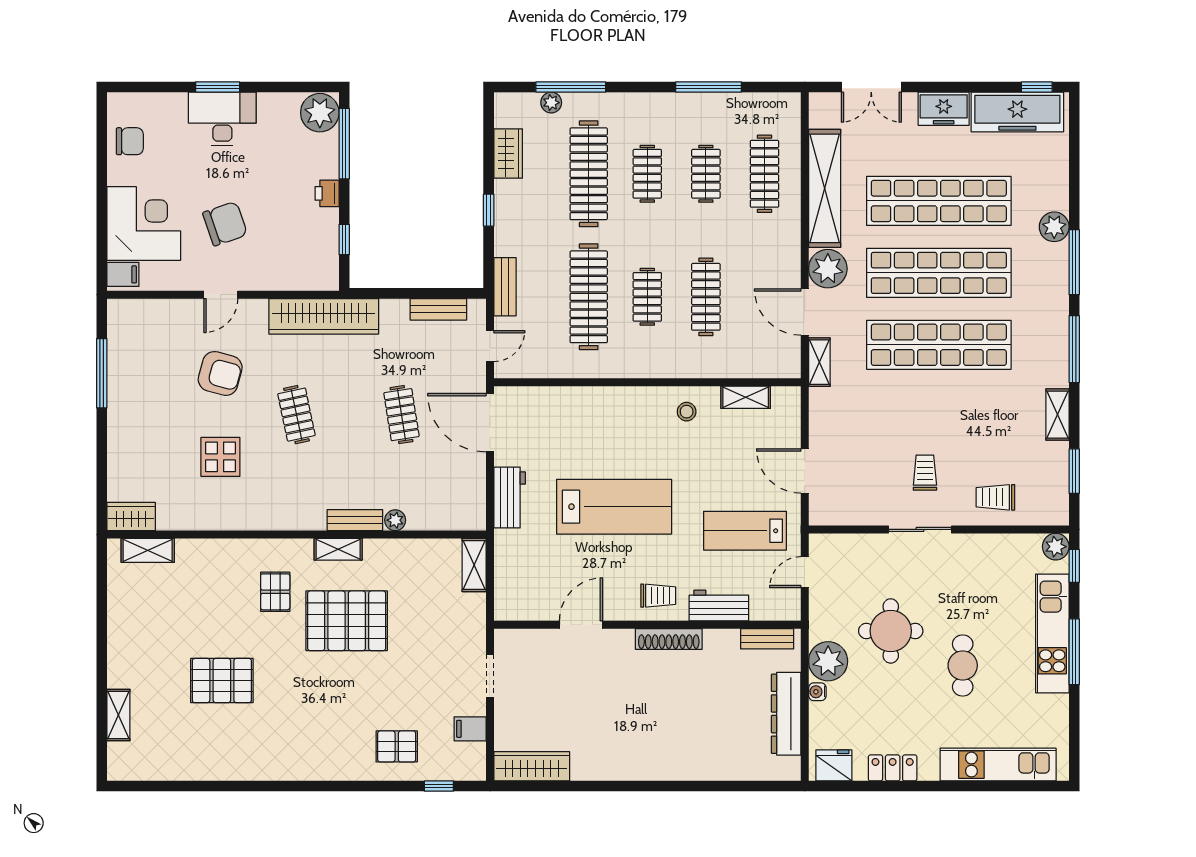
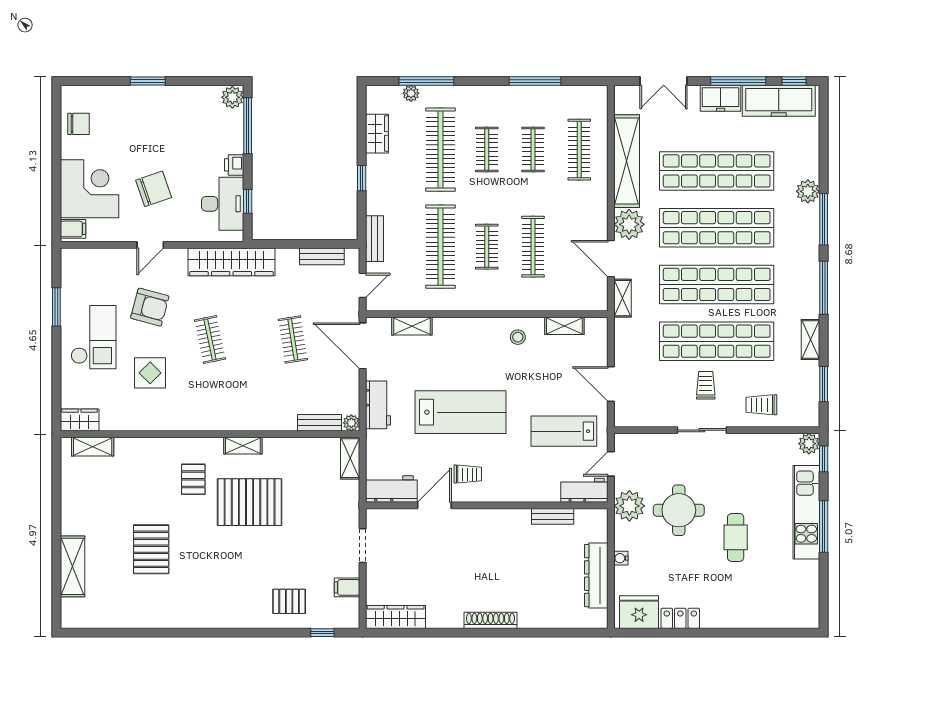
window: (966, 87) -> (738, 81), added
plant: (320, 113) -> (232, 97), width x0.73, depth x0.73
desk: (222, 119) -> (223, 204), moved, turned 90
window: (102, 373) -> (56, 307), width x0.69
shelving: (552, 398) -> (412, 326), added
checkout: (149, 412) -> (93, 337), added
shop shelf: (939, 417) -> (717, 341), added
bench: (355, 520) -> (320, 423), moved
plant: (395, 520) -> (351, 423), moved
trolley: (658, 596) -> (468, 474), moved
workbench: (526, 604) -> (391, 489), added
workbench: (719, 606) -> (584, 490), moved
shoe rack: (669, 639) -> (491, 620), moved, turned 180
bench: (767, 639) -> (553, 516), moved
plant: (828, 661) -> (629, 506), moved
pallet: (222, 681) -> (151, 549), turned 90
shelving: (118, 715) -> (73, 566), width x1.50, depth x1.33
fridge: (834, 765) -> (639, 612), width x1.36, depth x1.34
kitchen unit: (998, 765) -> (764, 616), removed

